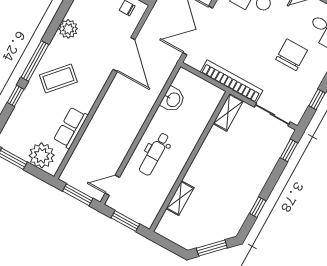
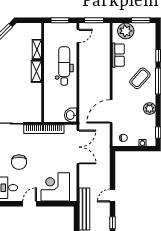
door: (124, 55) -> (111, 111), hinge flipped
washbasin: (173, 99) -> (71, 115), moved
shelving: (228, 112) -> (36, 71), moved
dental chair: (154, 154) -> (64, 66), width x1.36, depth x1.38

